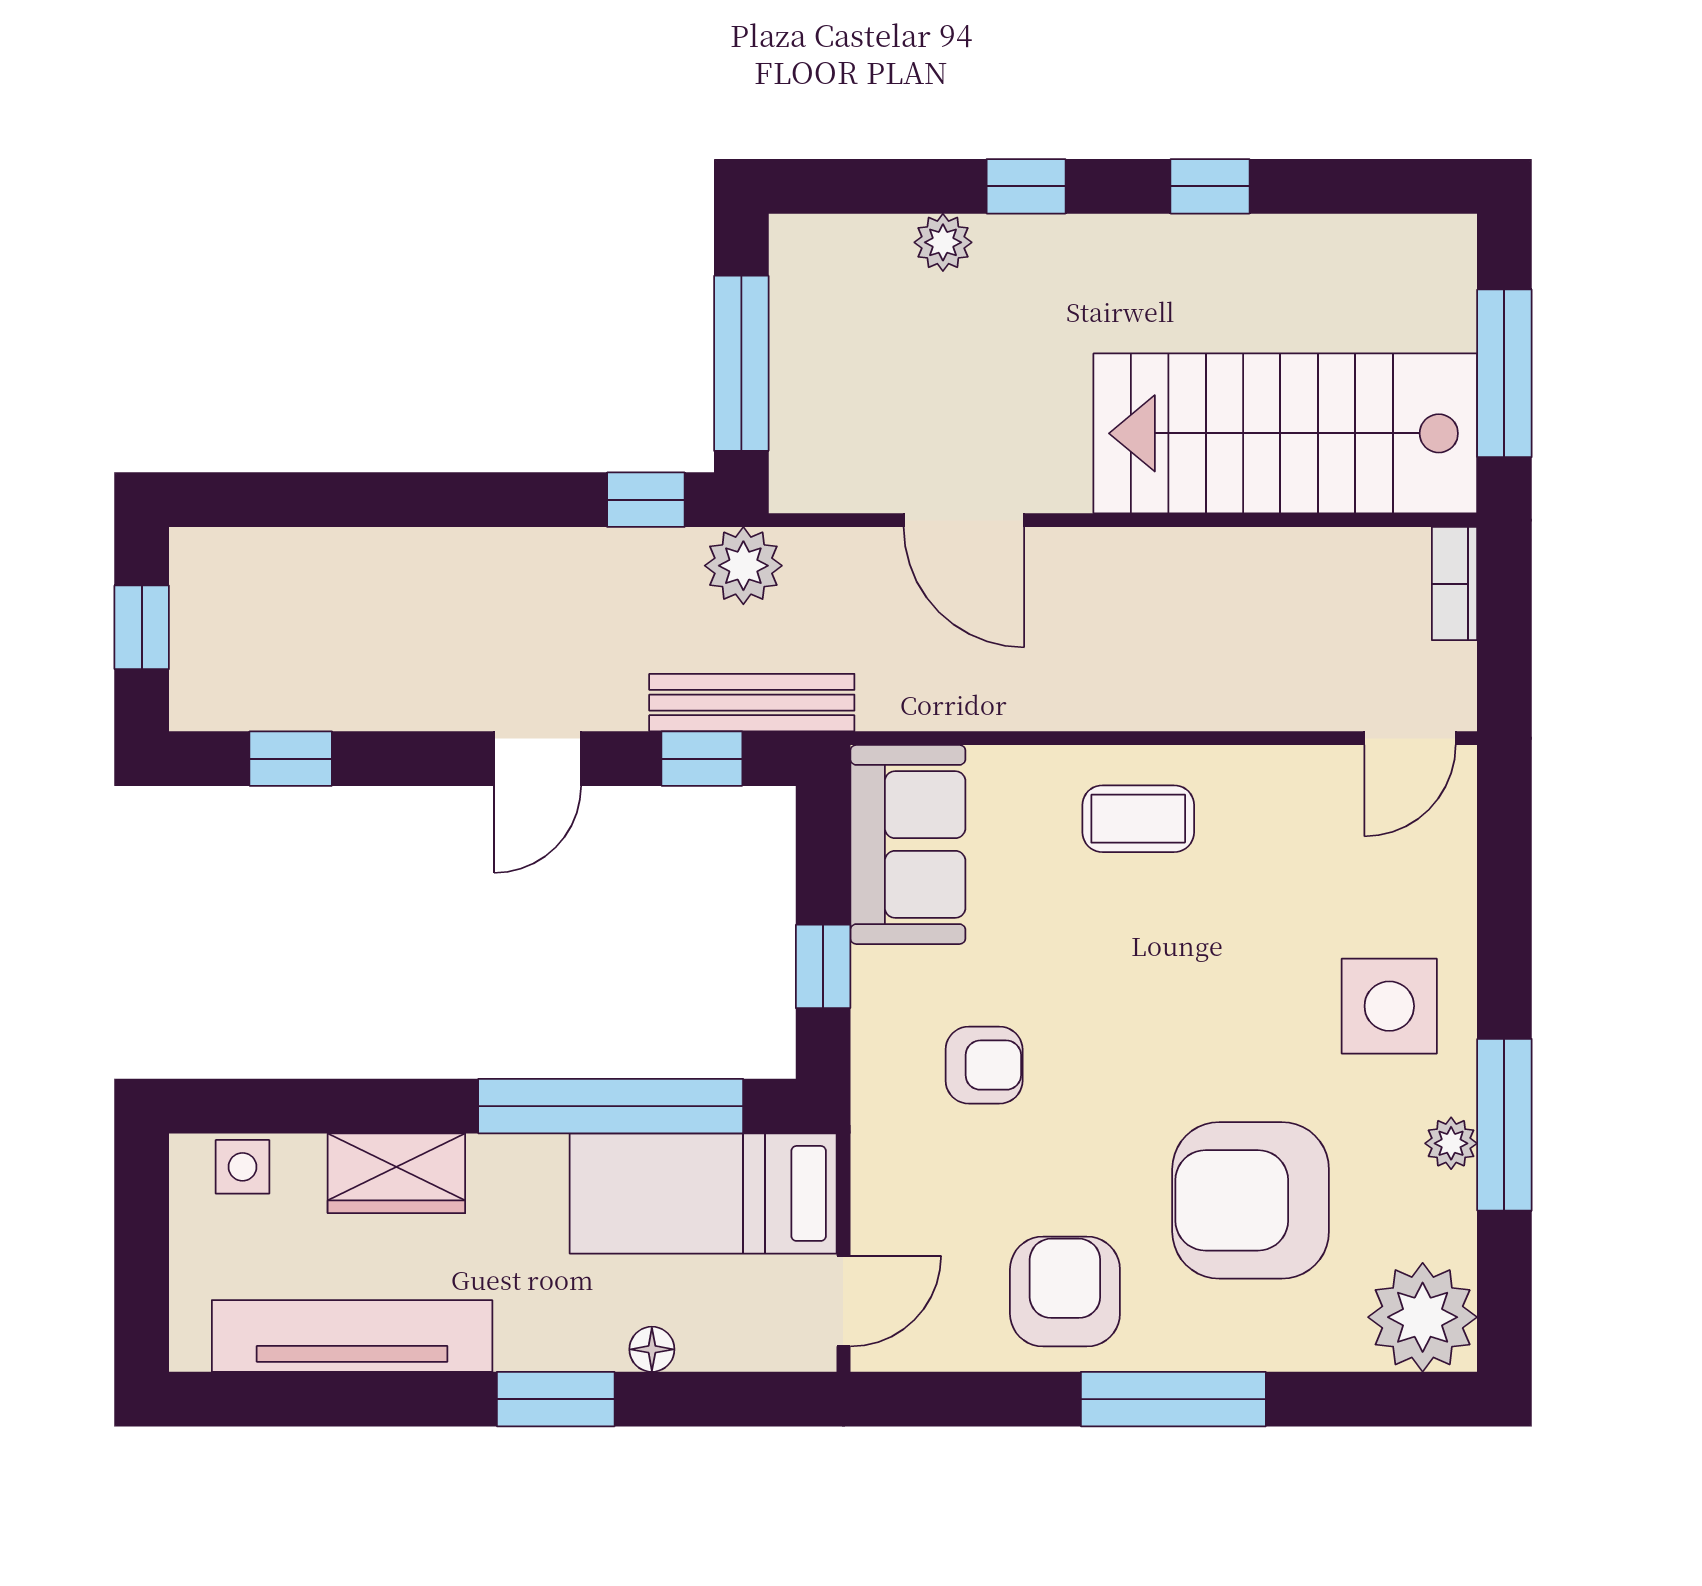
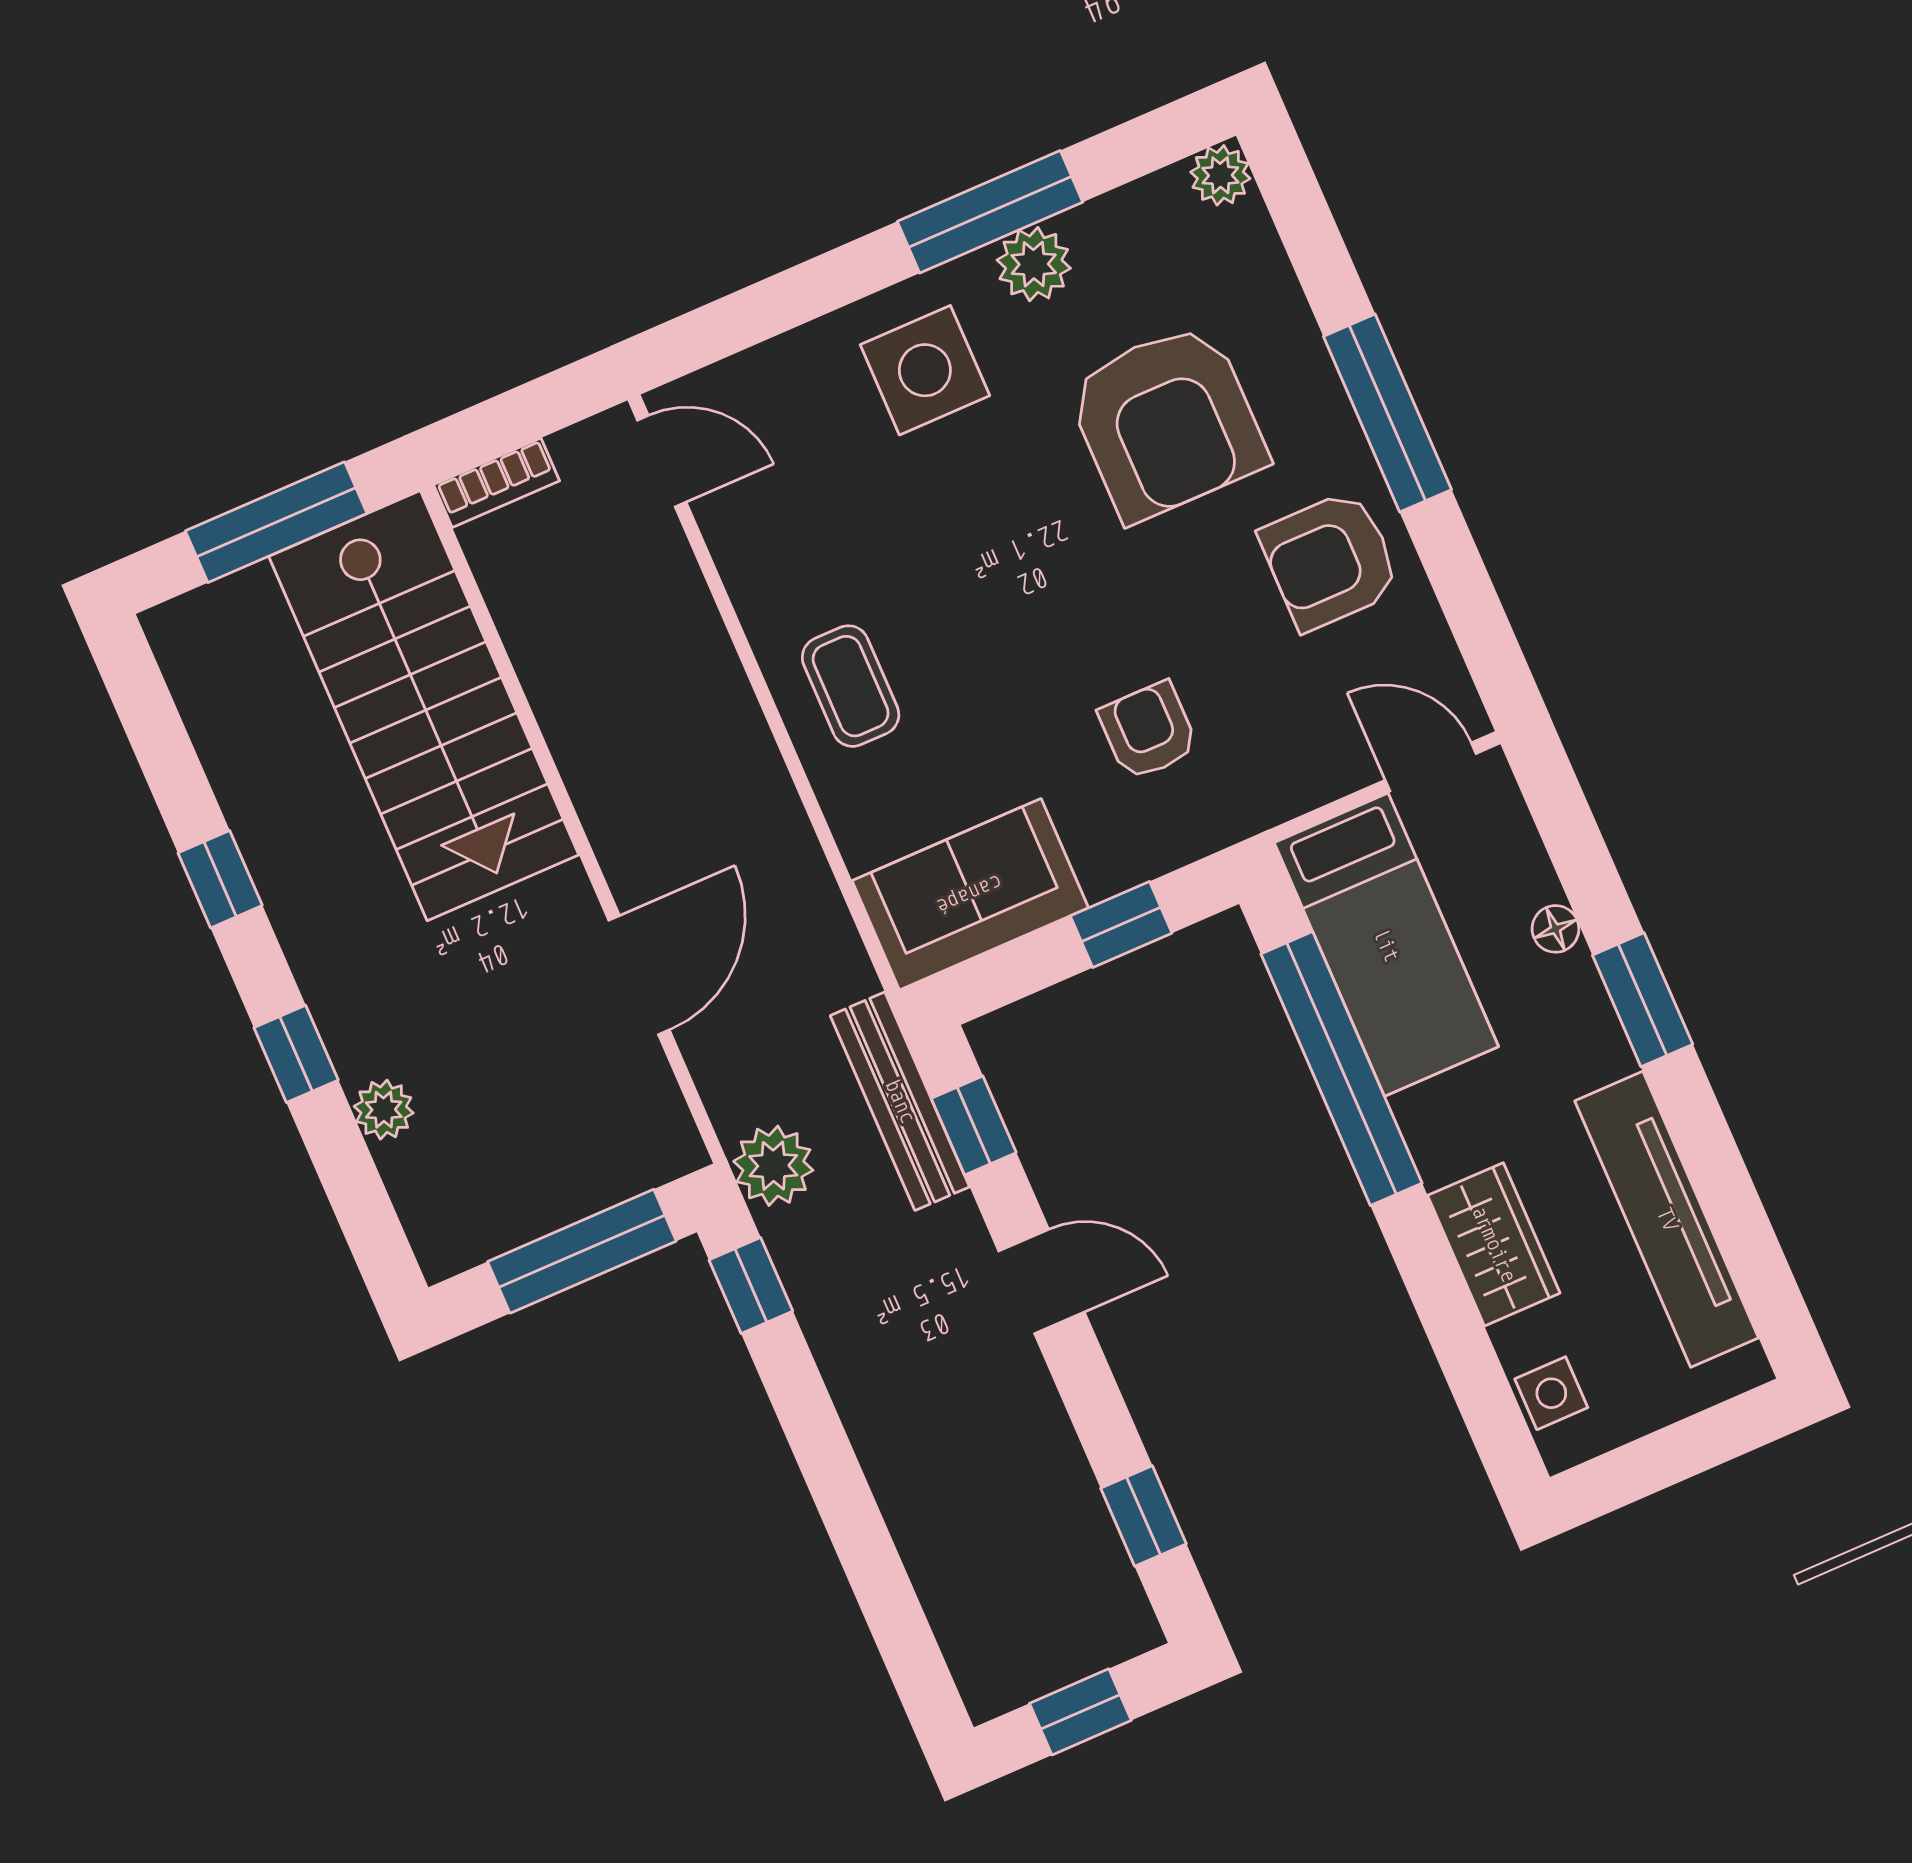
plant: (1451, 1143) -> (1034, 264), width x1.38, depth x1.38
plant: (1423, 1317) -> (1220, 175), width x0.53, depth x0.53

